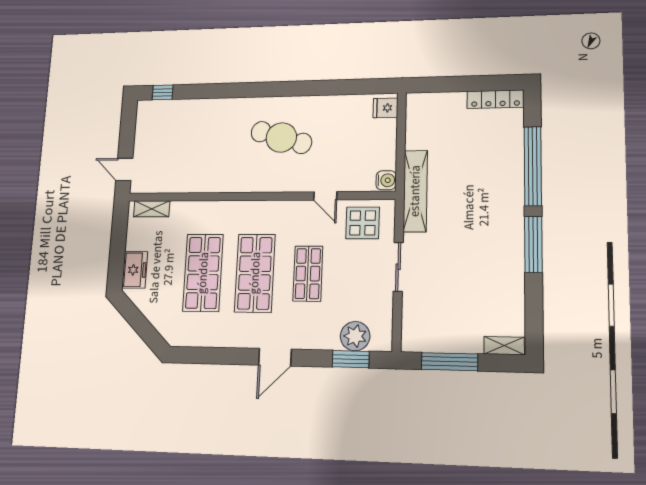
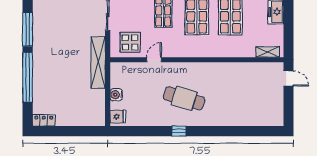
window: (163, 92) -> (179, 131), moved
locker: (495, 99) -> (44, 120), width x0.66
water cooler: (386, 180) -> (116, 95), moved
door: (325, 196) -> (154, 60), hinge flipped

